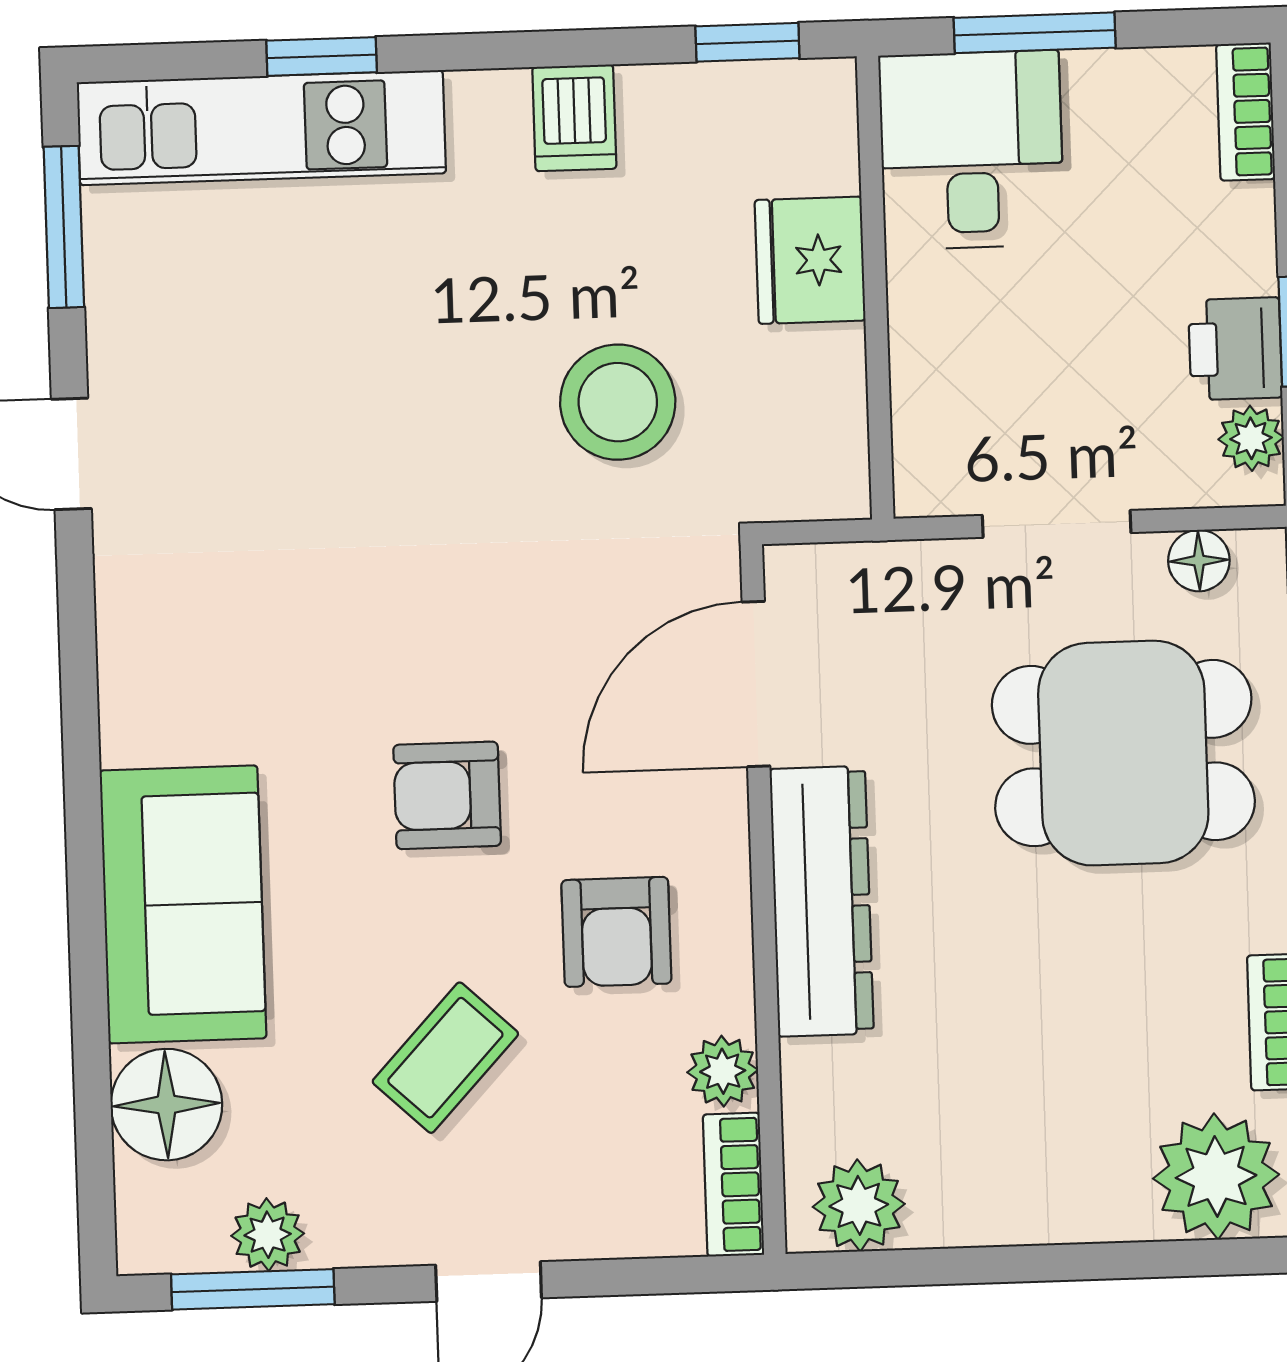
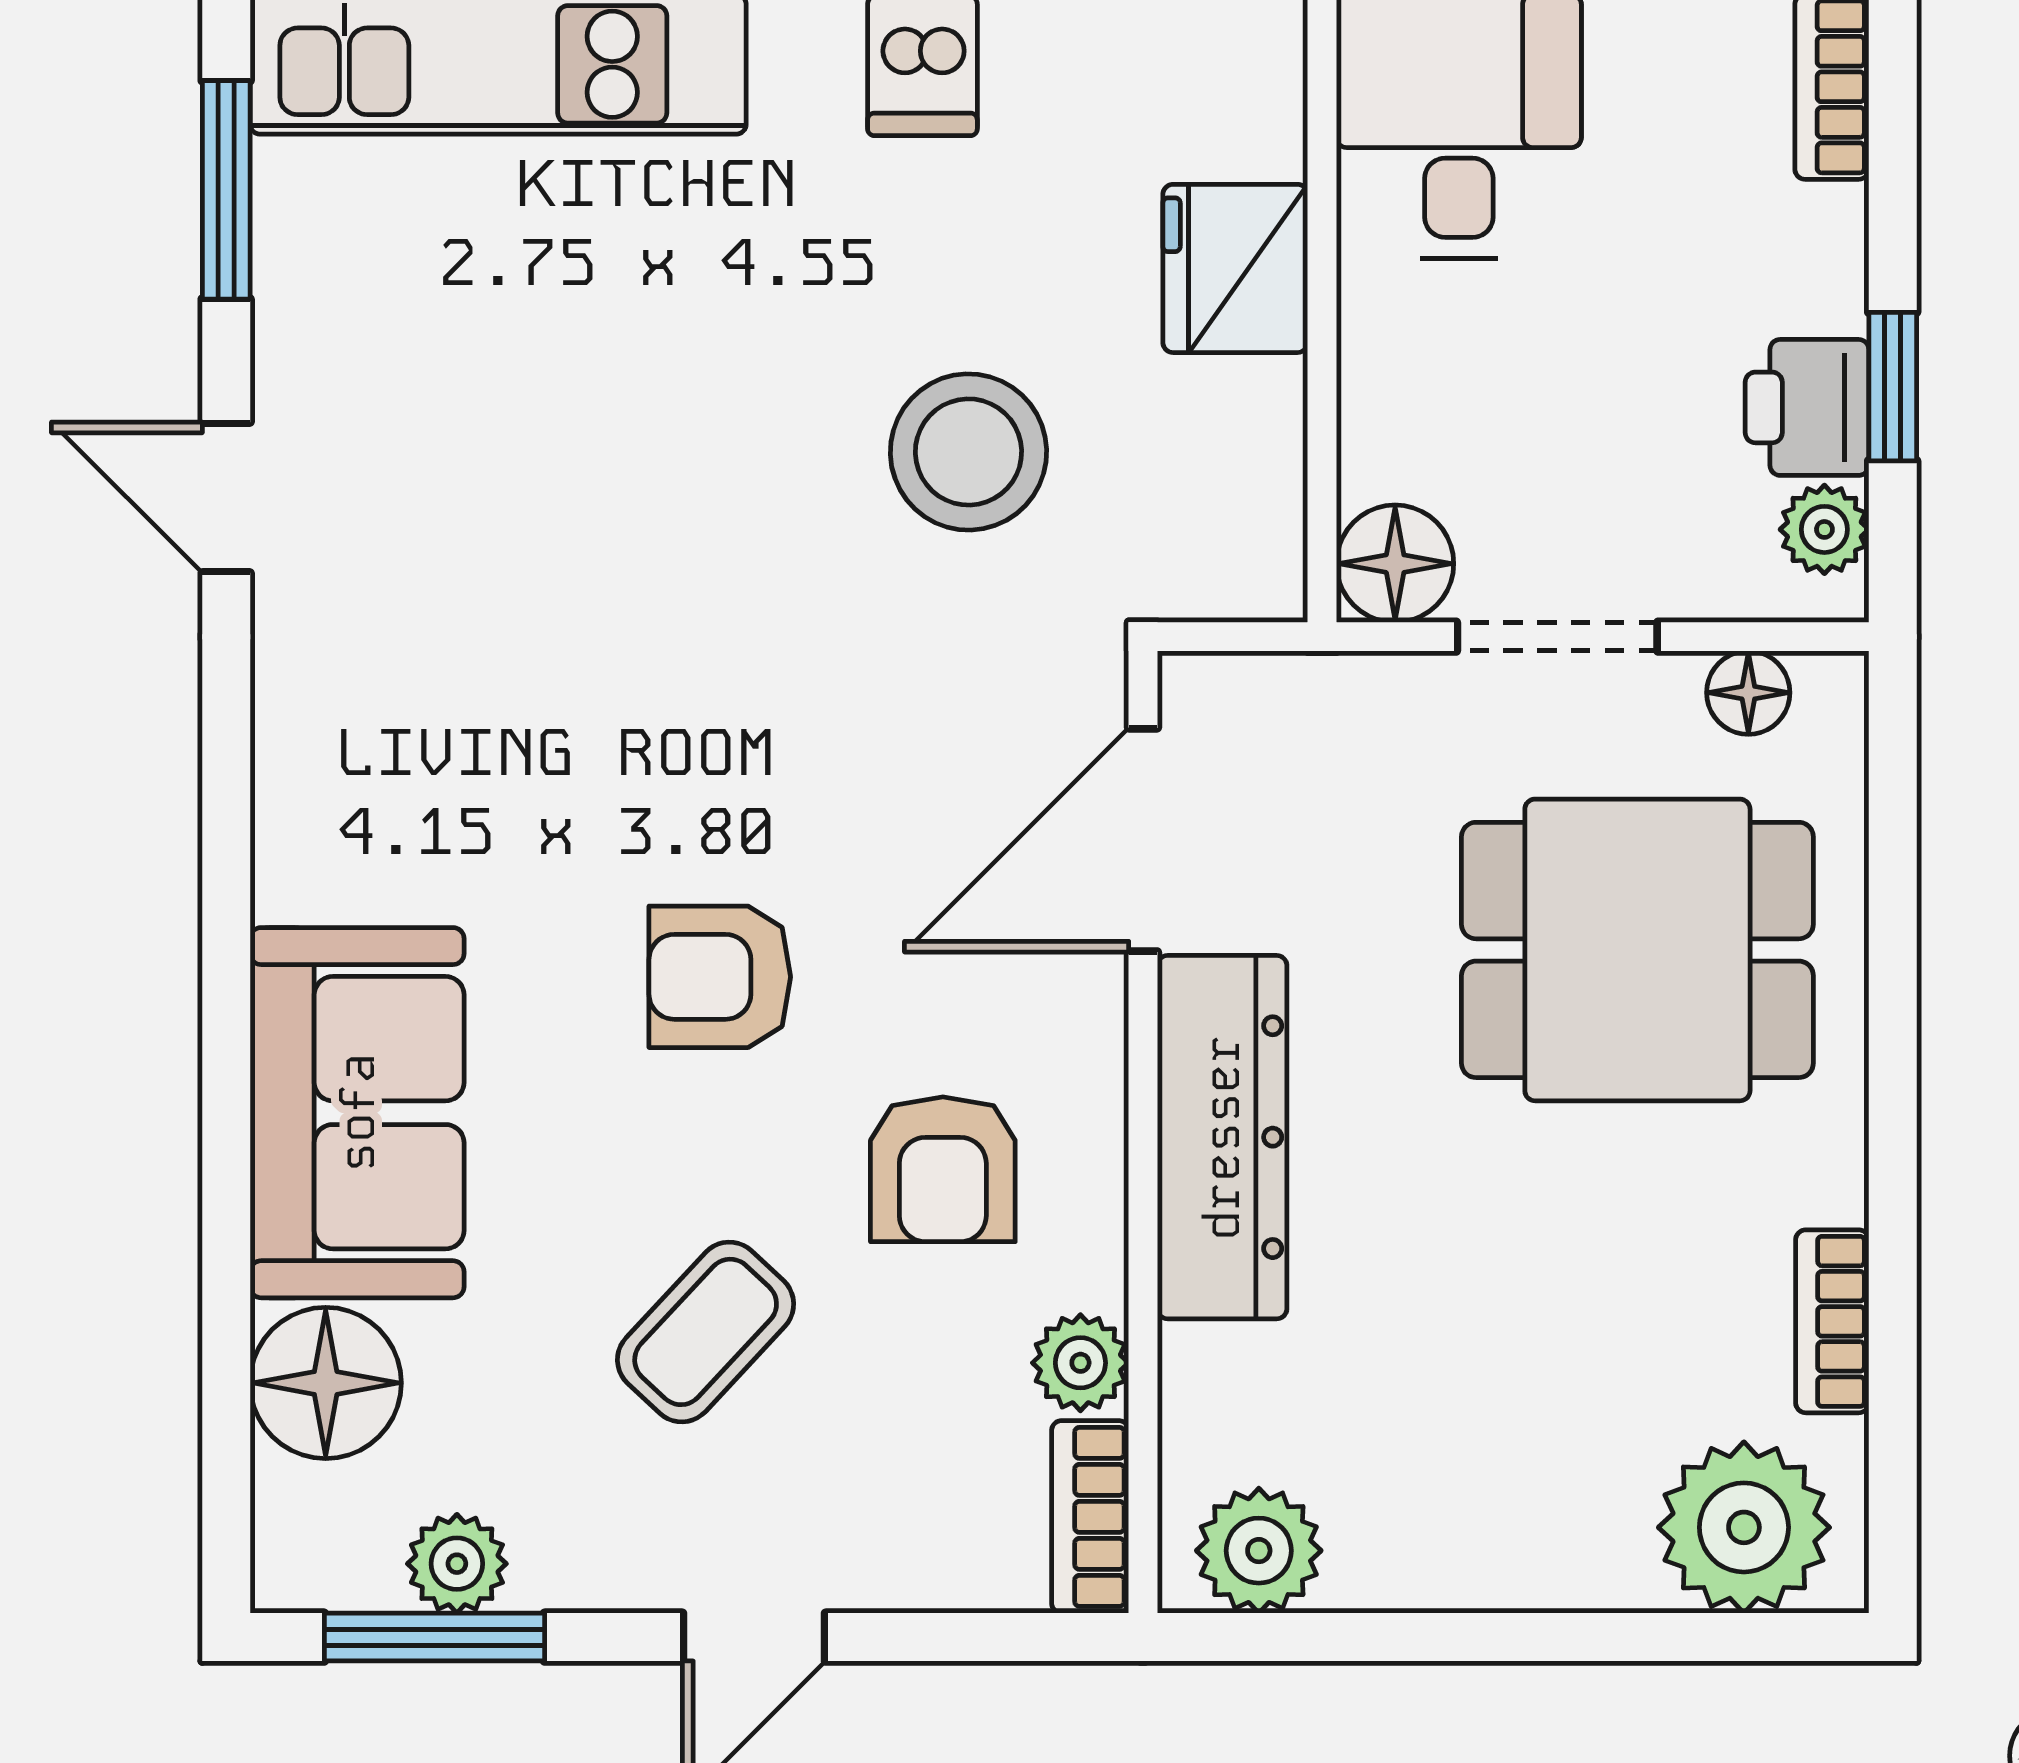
floor lamp: (935, 474) -> (1395, 564), added

